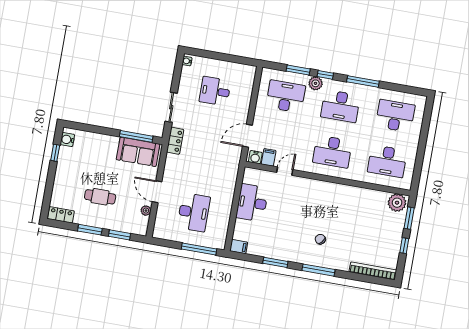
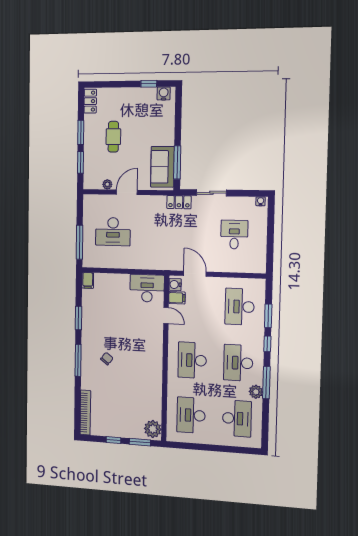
plant: (316, 83) -> (256, 392), moved
desk: (286, 96) -> (240, 307), turned 180
desk: (252, 203) -> (147, 288), moved

